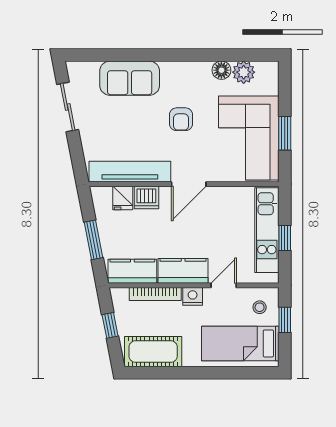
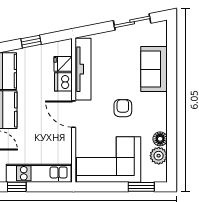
armchair: (181, 119) -> (123, 108), turned 90
window: (285, 133) -> (141, 187), moved
window: (285, 238) -> (17, 187), moved
window: (93, 240) -> (31, 42), width x0.67

